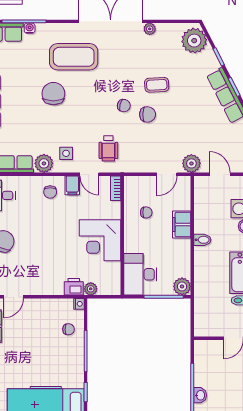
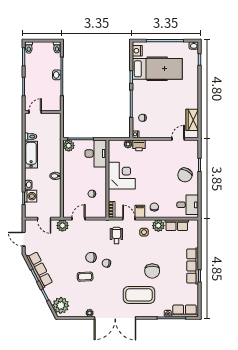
filing cabinet: (182, 224) -> (69, 186), removed

